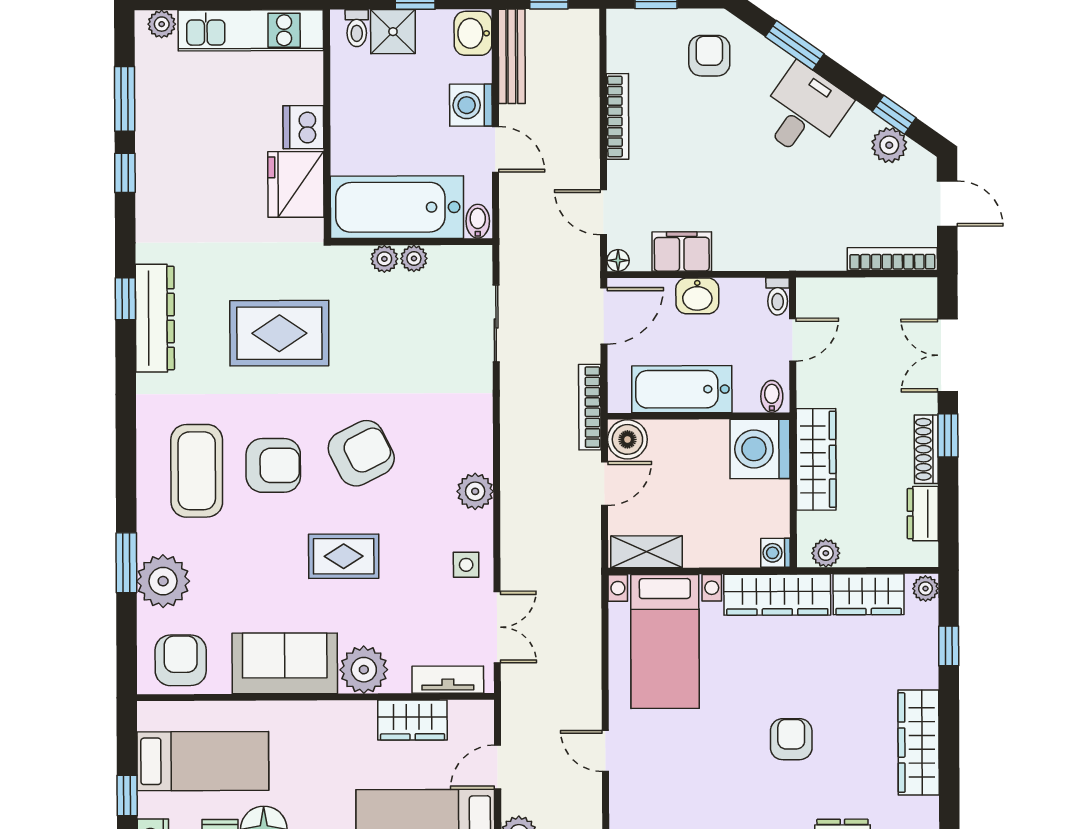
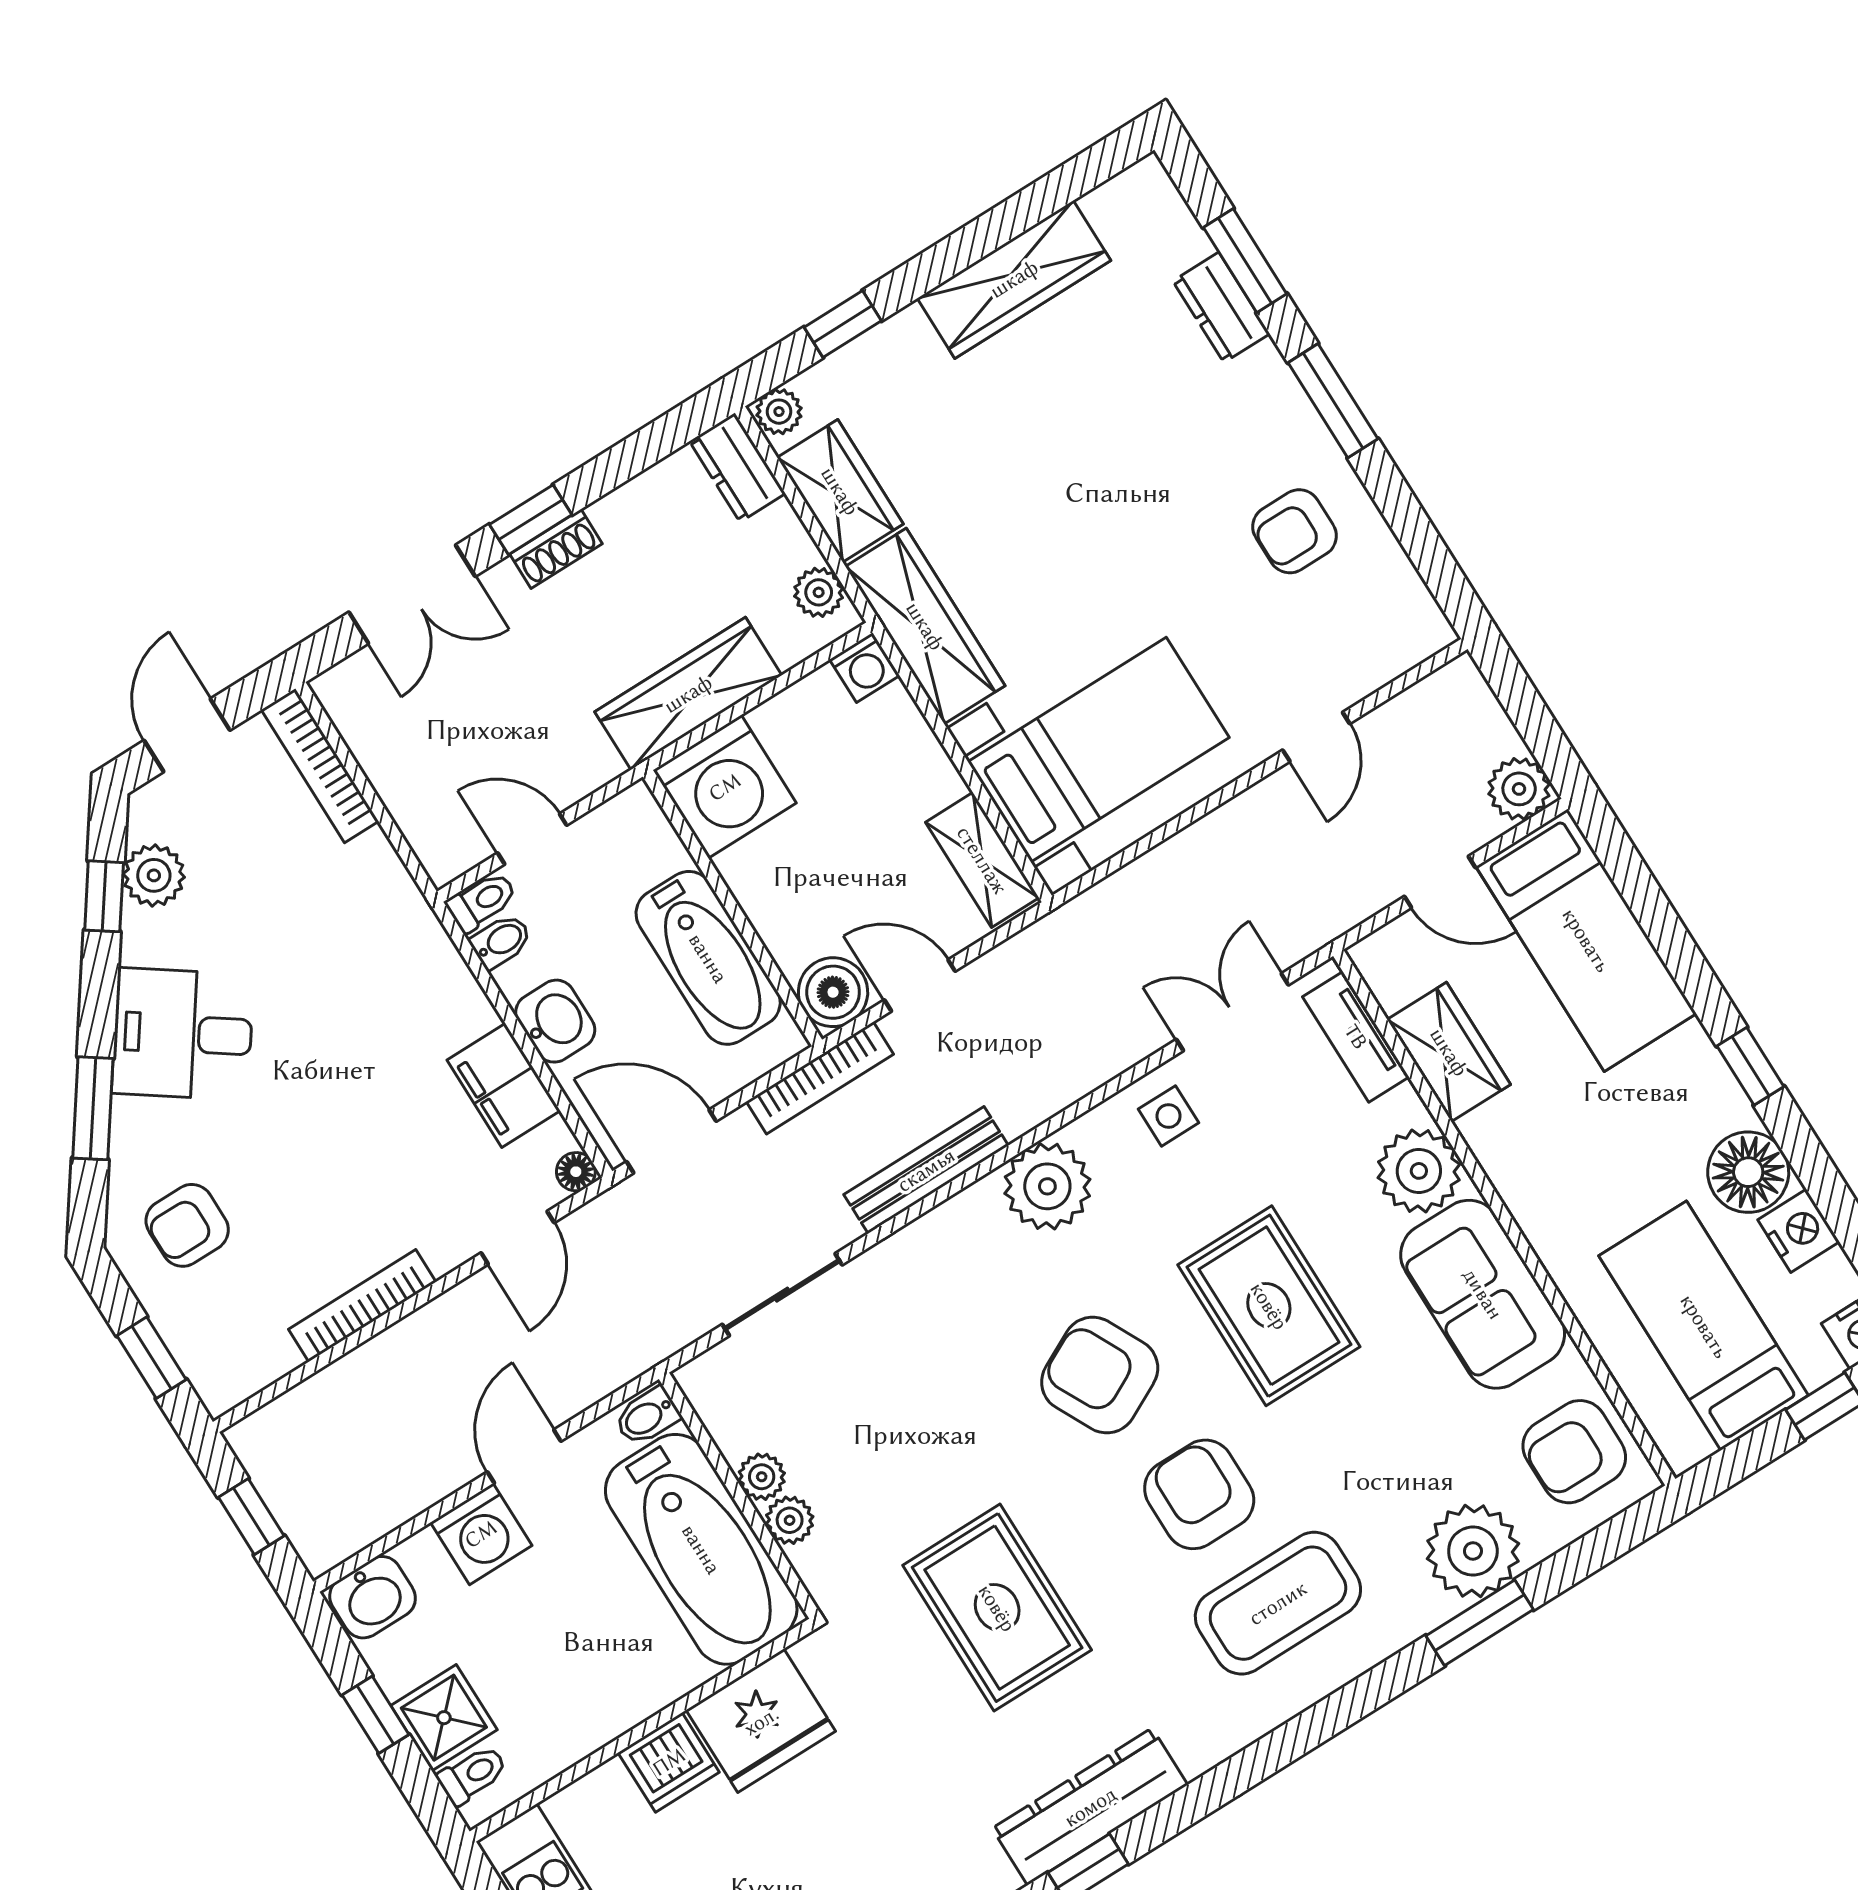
bench: (512, 56) -> (926, 1170), moved
bidet: (772, 396) -> (501, 941), moved, turned 180
shoe rack: (926, 449) -> (556, 549), width x0.70
plant: (475, 491) -> (1047, 1186), width x1.36, depth x1.36
dresser: (923, 514) -> (737, 467), moved, turned 90
rug: (344, 556) -> (1269, 1306), width x1.36, depth x1.43
armchair: (791, 739) -> (1294, 531), moved

